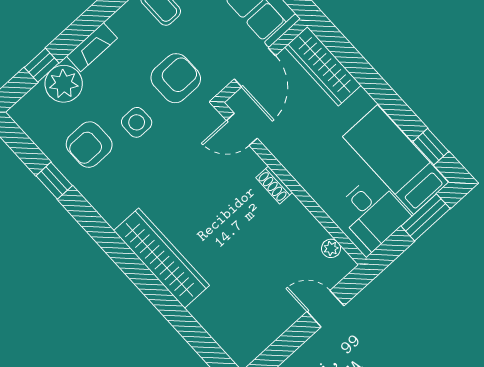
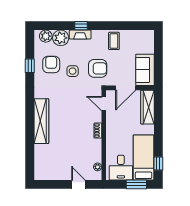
window: (42, 65) -> (81, 26), moved
plant: (35, 104) -> (46, 36), added
armchair: (89, 145) -> (51, 64), turned 90

